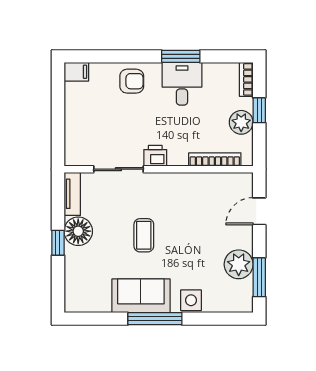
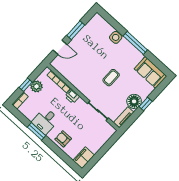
filing cabinet: (76, 72) -> (84, 158), width x2.00
printer: (155, 156) -> (72, 96), moved
plant: (239, 264) -> (86, 35), removed
window: (259, 277) -> (76, 30), moved
sofa: (141, 296) -> (150, 72), moved

